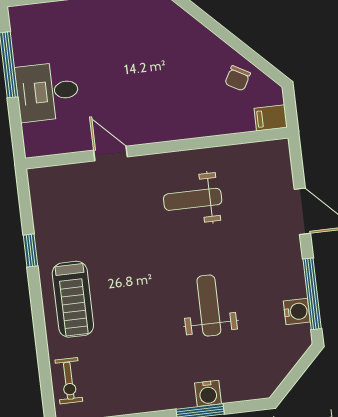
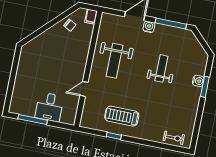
weight bench: (193, 199) -> (115, 61), width x1.36, depth x1.33
treadmill: (73, 299) -> (122, 116), moved, turned 180
weight bench: (209, 306) -> (161, 68), turned 90
water cooler: (297, 311) -> (149, 27), moved

